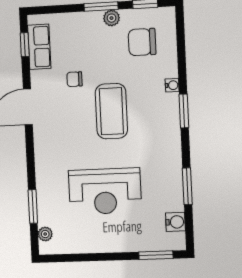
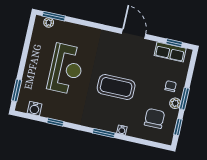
chair: (74, 79) -> (171, 86), moved
window: (187, 186) -> (55, 122), width x0.67
reception desk: (105, 191) -> (66, 69), turned 180
window: (33, 206) -> (54, 16), moved

